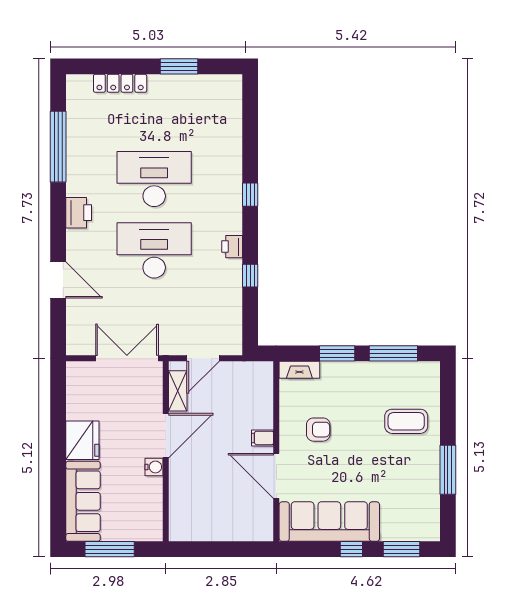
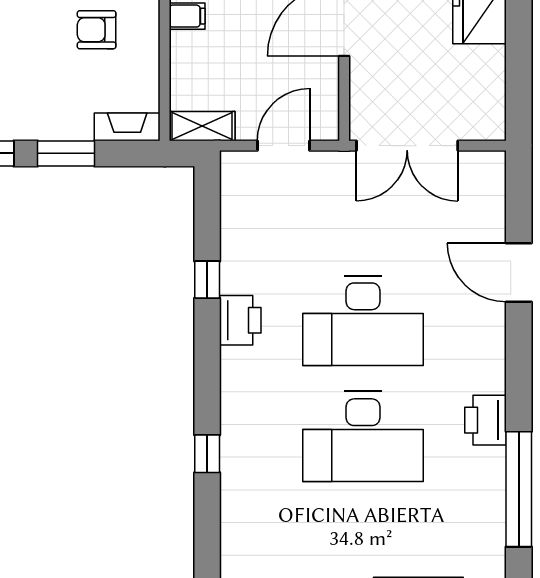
window: (250, 195) -> (207, 454), moved
printer: (79, 213) -> (486, 420), moved
printer: (232, 247) -> (240, 320), width x1.36, depth x1.24
shelving: (178, 391) -> (202, 126), moved, turned 90

